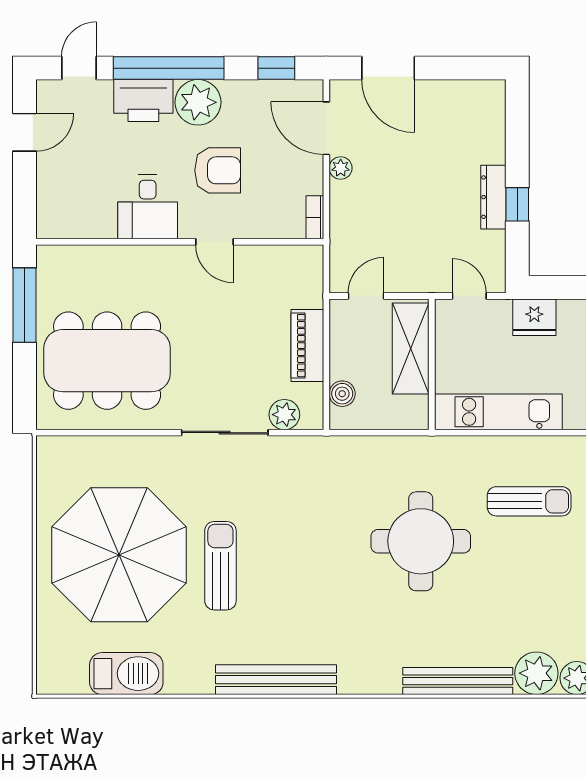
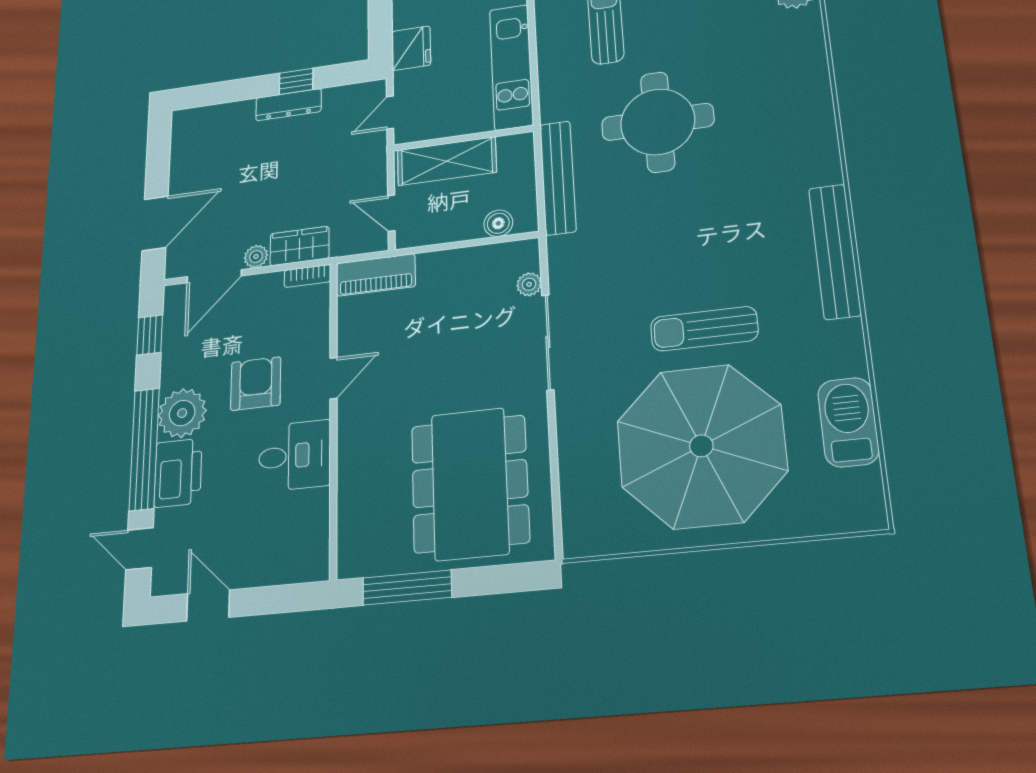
wardrobe: (345, 209) -> (300, 246), added
piano: (307, 346) -> (376, 275), moved
plant: (284, 415) -> (529, 284), width x0.73, depth x0.73
bench: (458, 681) -> (558, 178), moved

